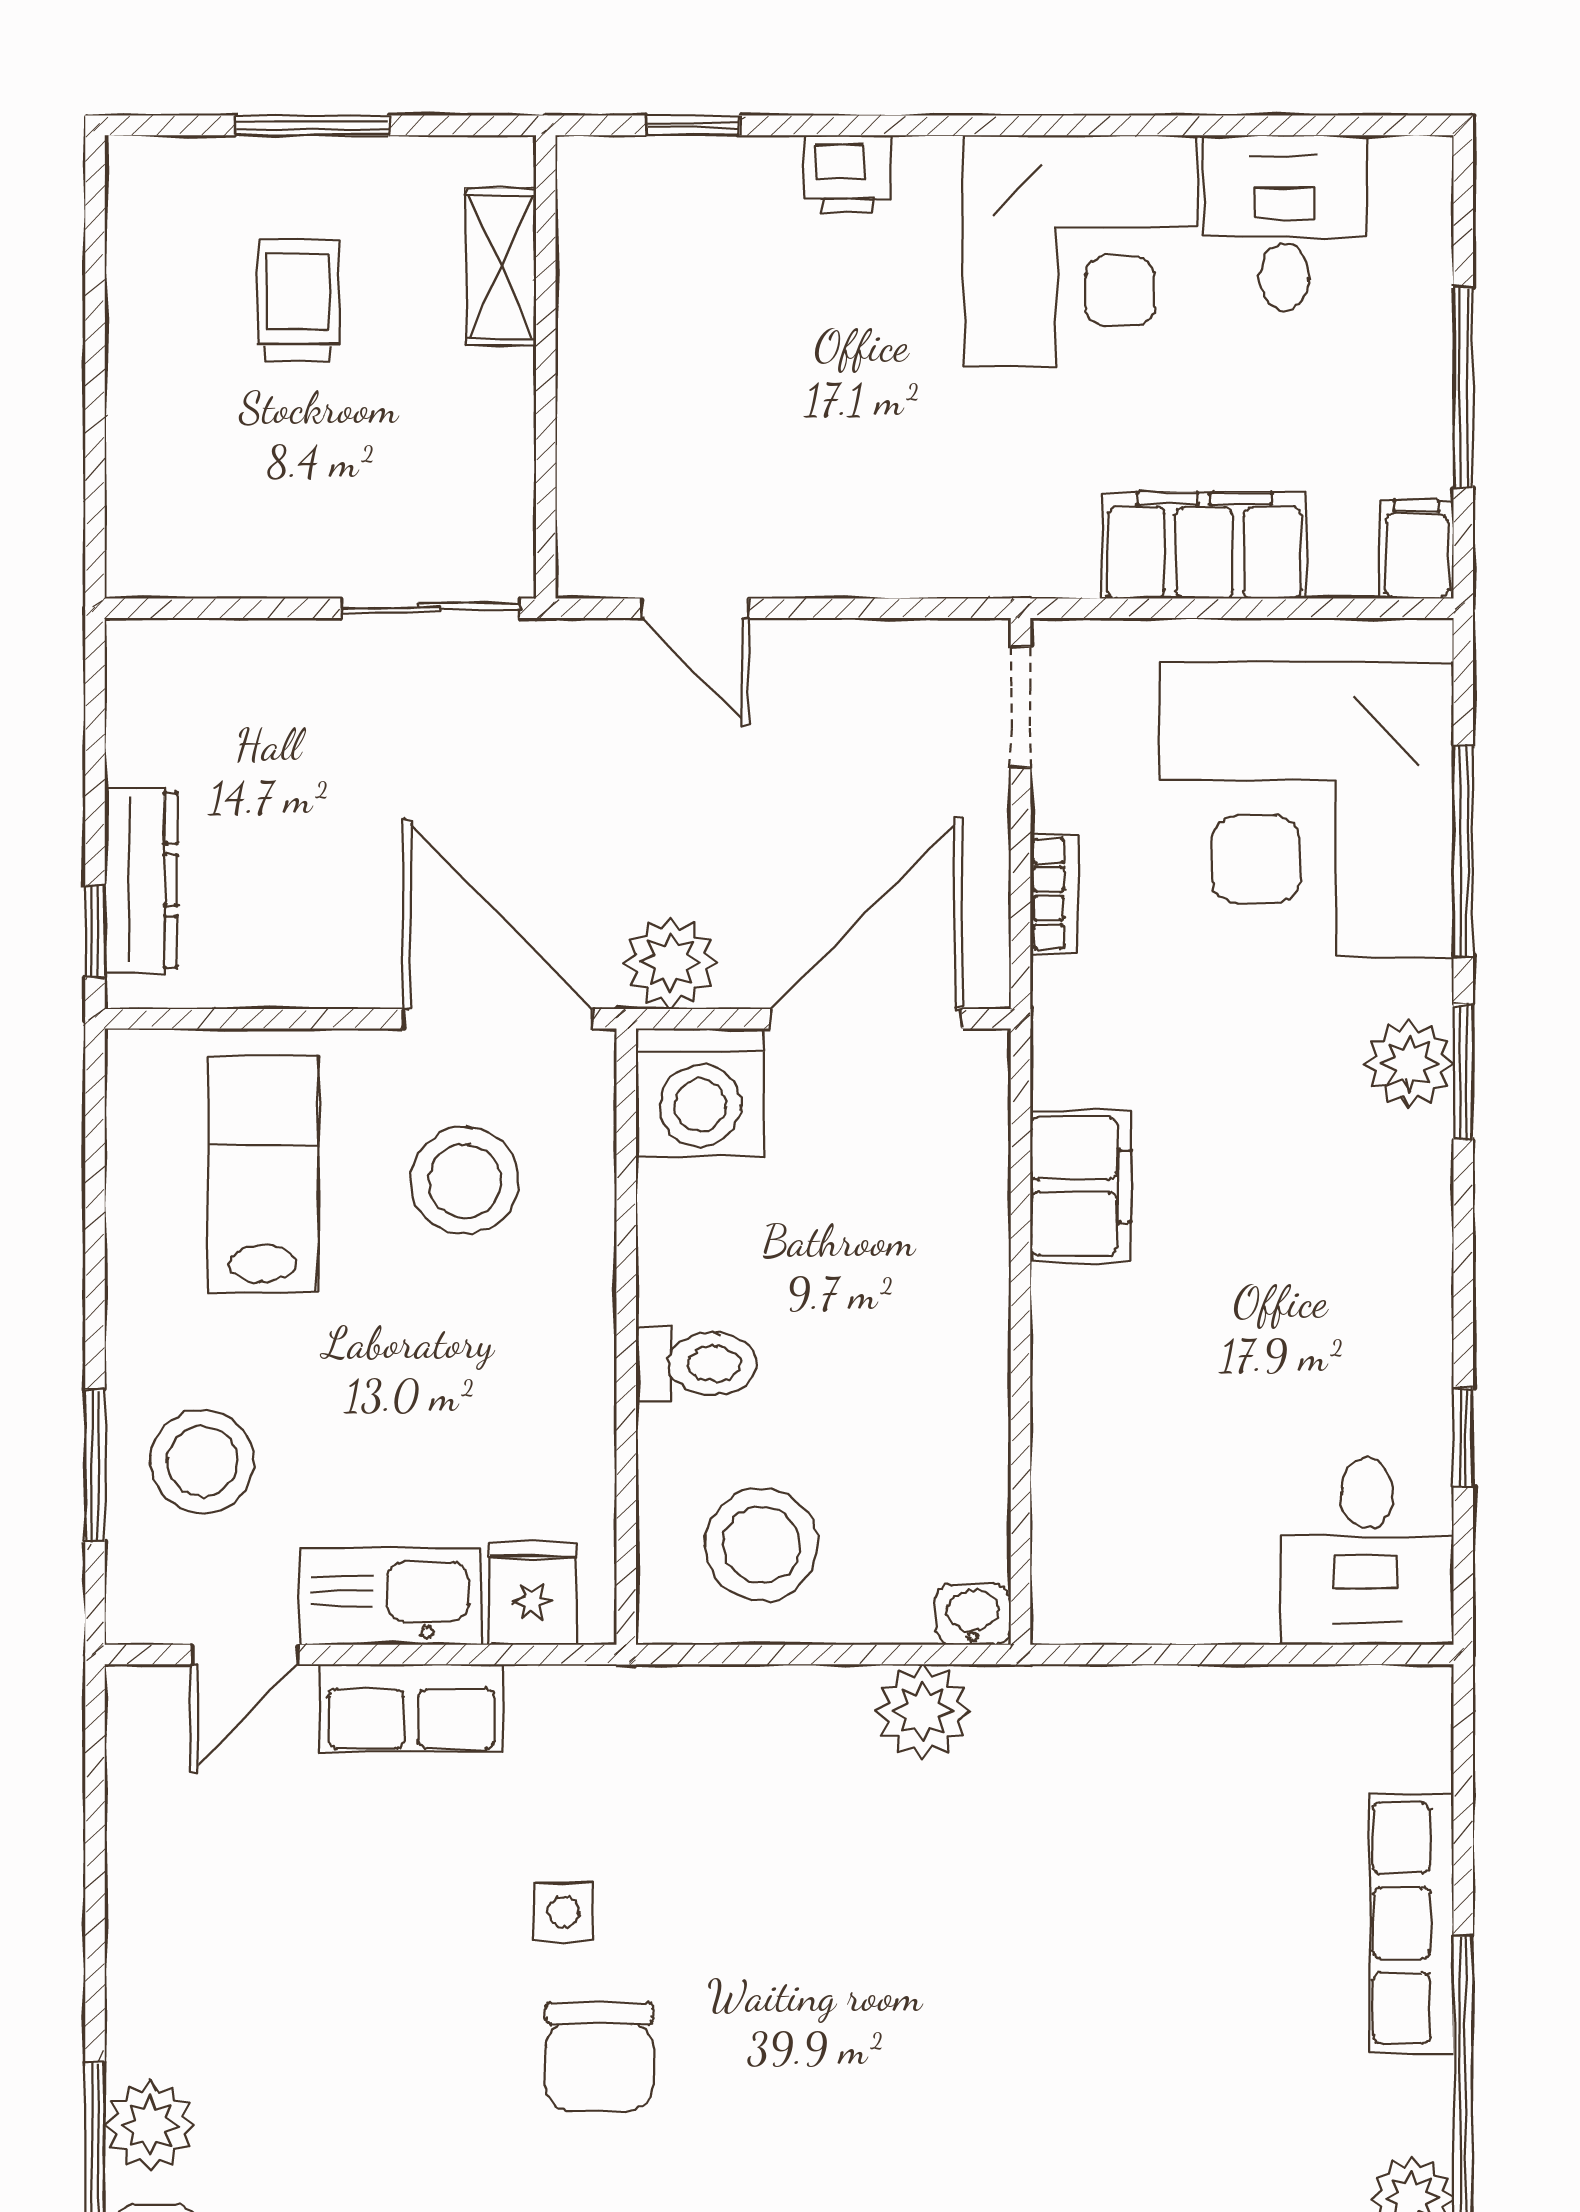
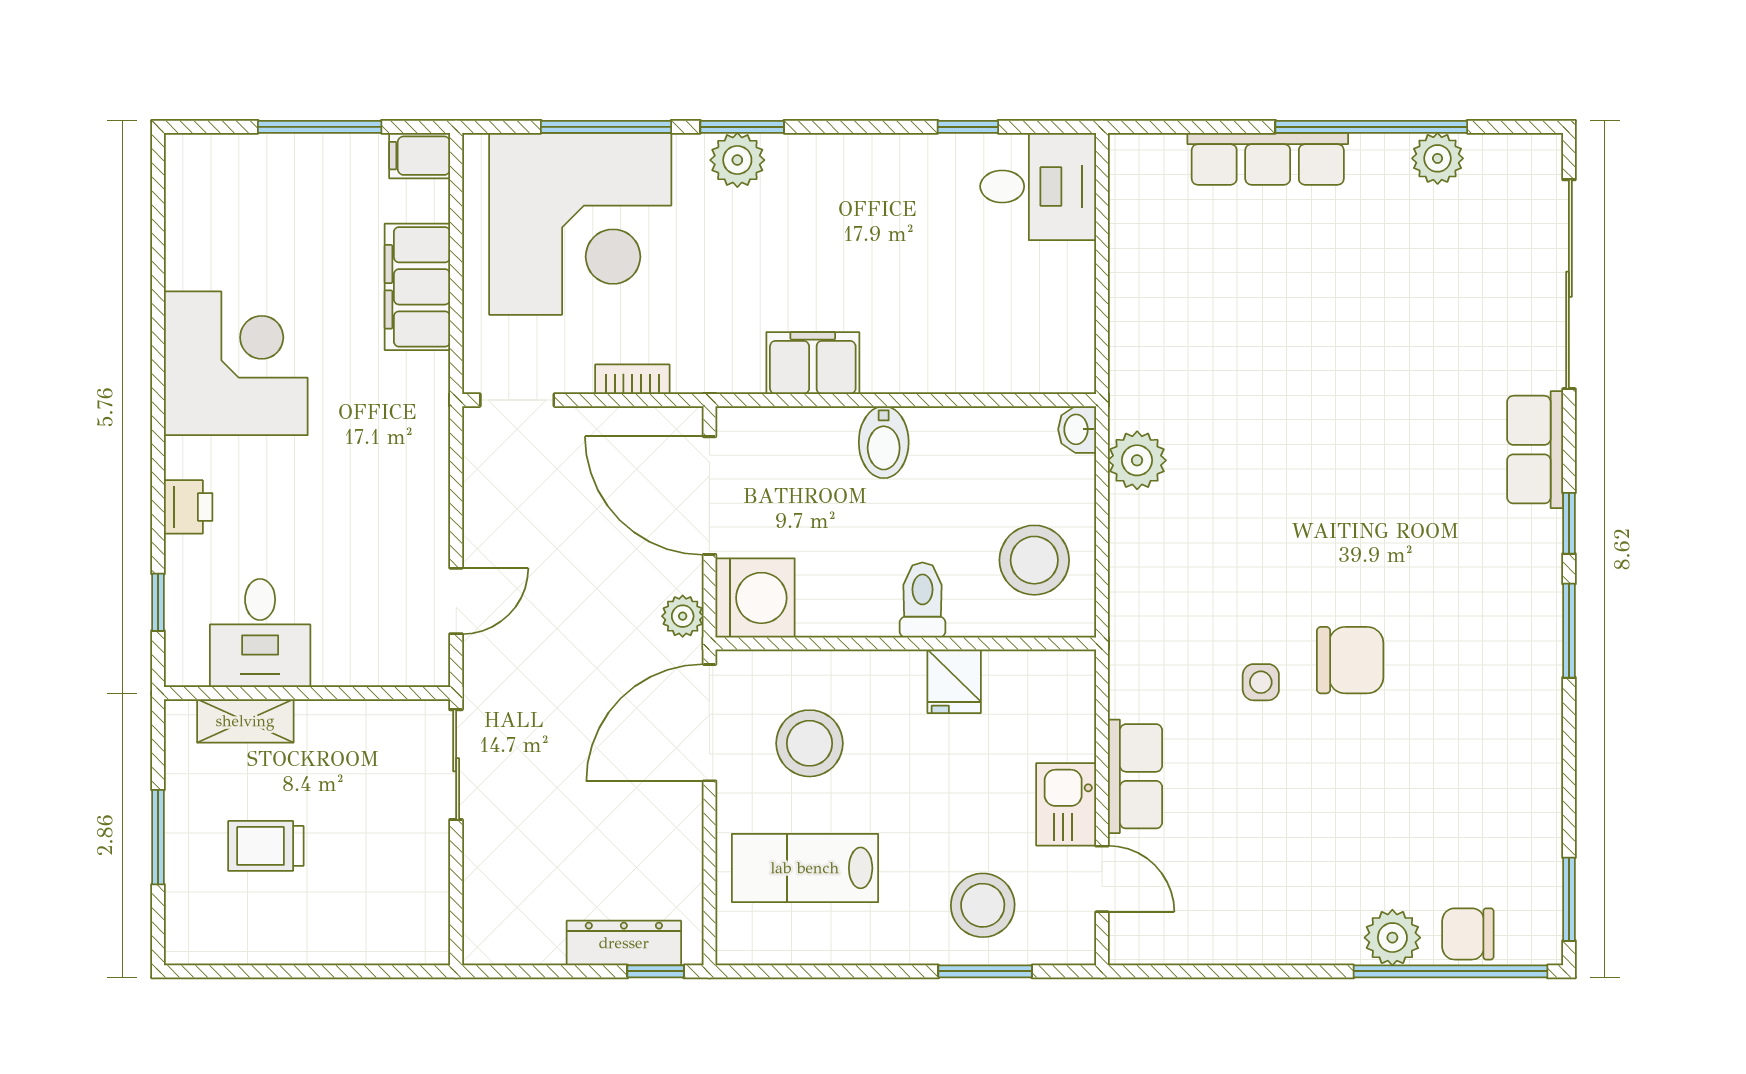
desk: (1284, 223) -> (260, 633), moved, turned -90
plant: (671, 963) -> (683, 616), width x0.73, depth x0.73
bidet: (952, 1301) -> (884, 442), added
fridge: (532, 1593) -> (954, 681), moved, turned -90
kitchen sink: (391, 1596) -> (1066, 804), width x0.73

